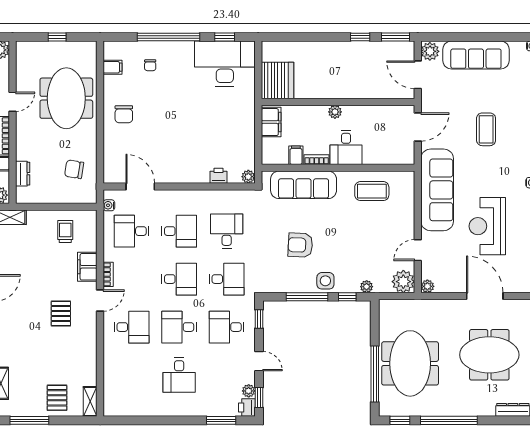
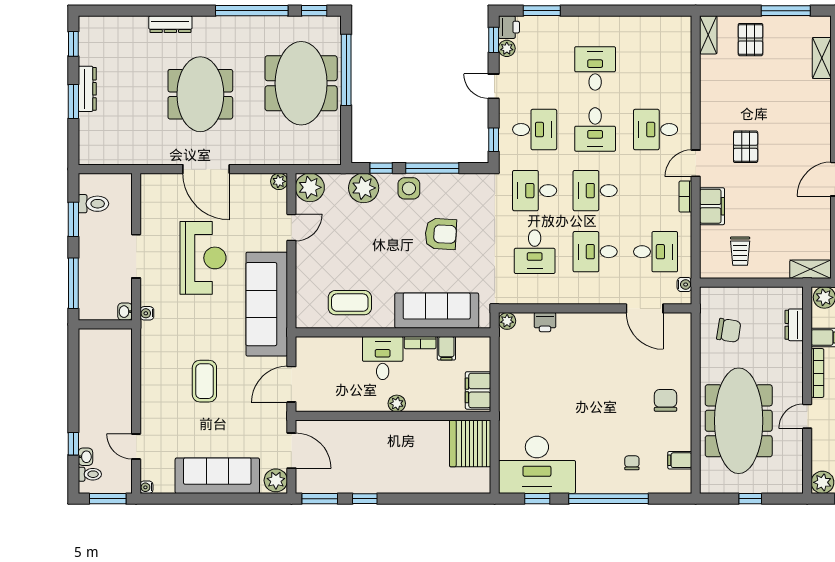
meeting table: (66, 98) -> (739, 421), width x1.36
plant: (367, 287) -> (364, 188), width x1.88, depth x1.88
desk: (179, 327) -> (595, 130), turned 90
meeting table: (489, 355) -> (200, 94), turned 90

